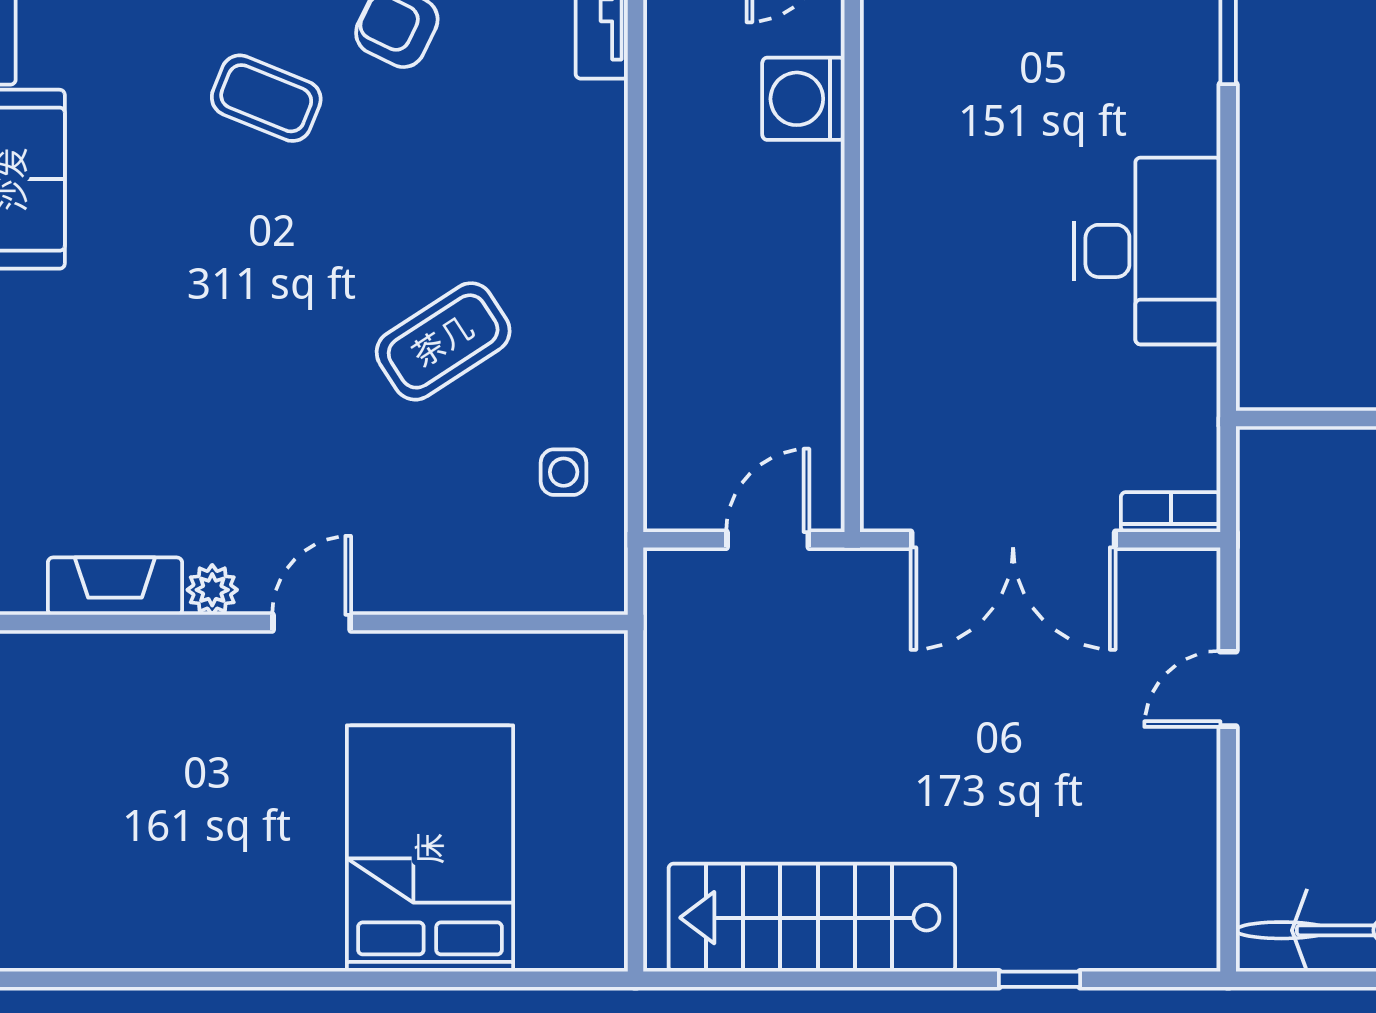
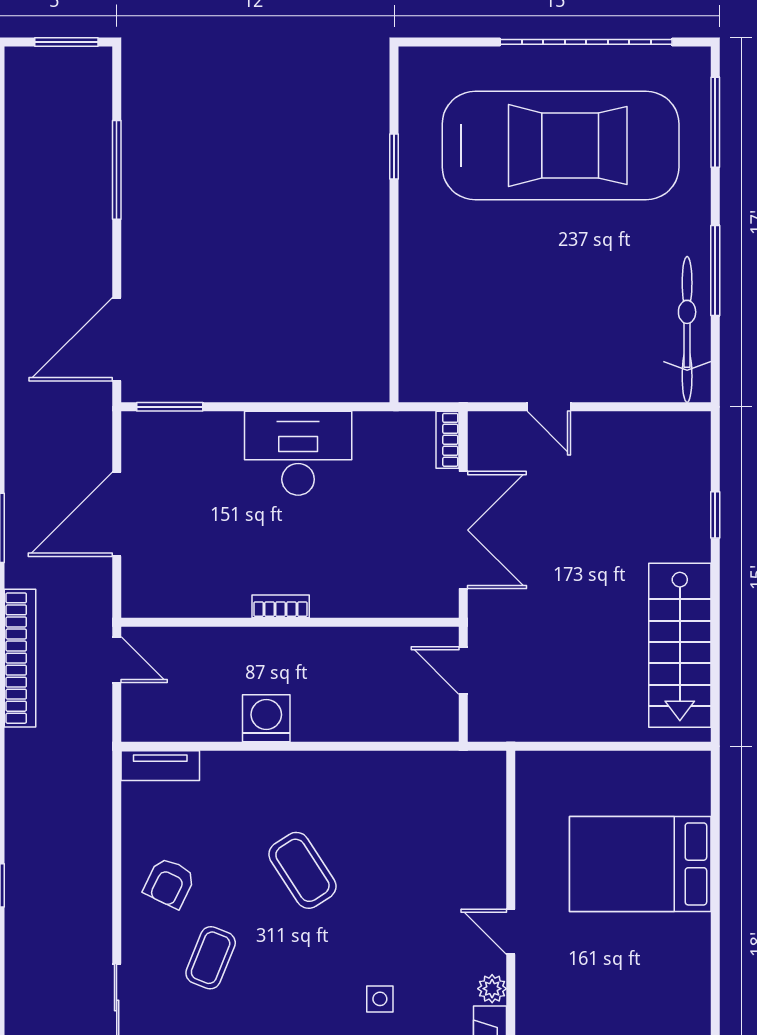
washing machine: (803, 99) -> (266, 718), moved, turned 180
bookcase: (880, 220) -> (281, 606), added
coffee table: (443, 341) -> (302, 870), moved
side table: (564, 472) -> (380, 999), moved

